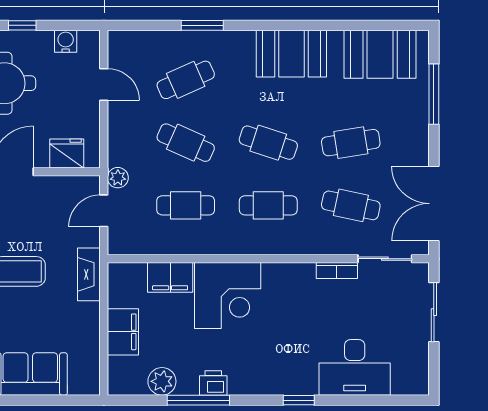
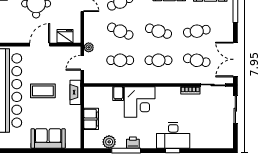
filing cabinet: (170, 277) -> (118, 94), width x0.50
desk: (355, 367) -> (173, 135), moved

